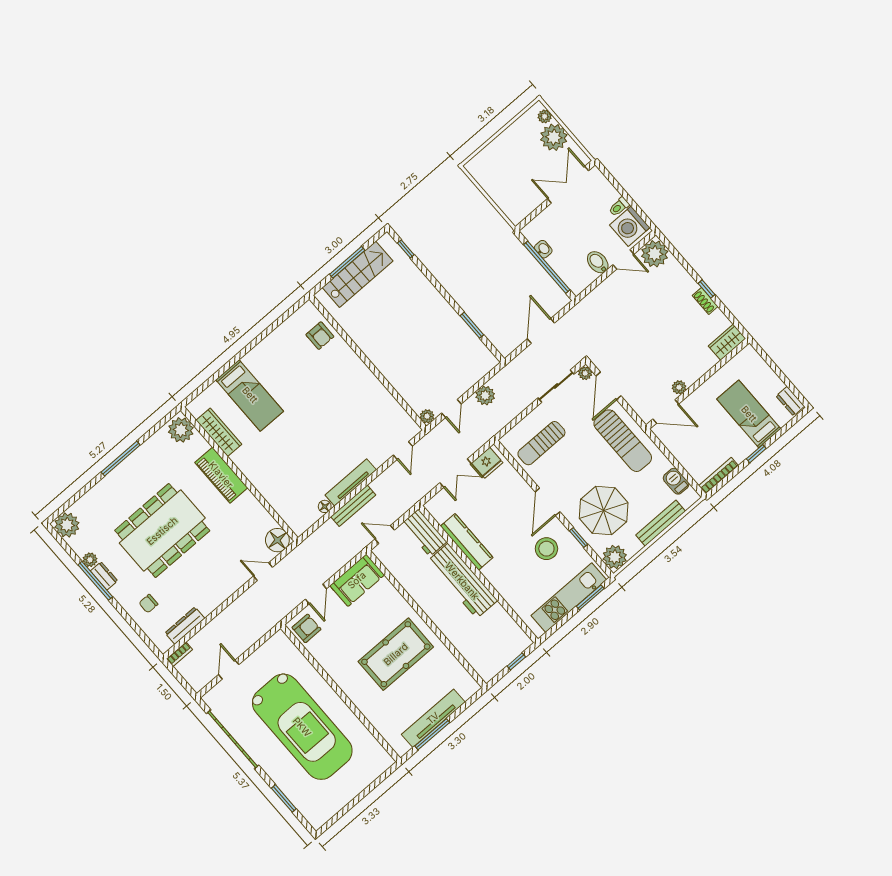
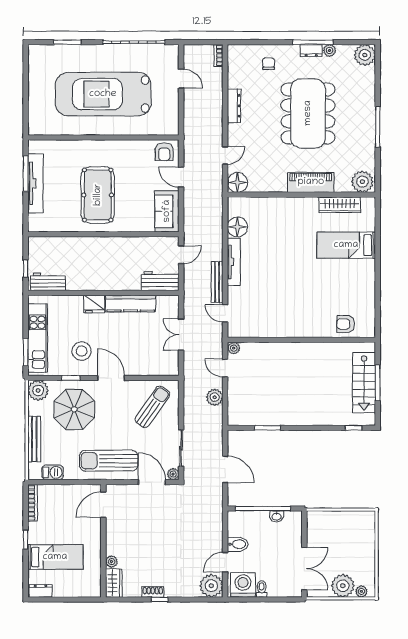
plant: (679, 387) -> (112, 562), moved
sun lounger: (541, 443) -> (152, 407), turned 35
fridge: (487, 463) -> (94, 304), moved, turned -90
floor lamp: (325, 506) -> (237, 227), width x1.89, depth x1.89
bench: (353, 506) -> (217, 282), moved
workbench: (462, 581) -> (48, 282), moved, width x0.53, depth x0.76
dresser: (185, 626) -> (234, 106), moved

